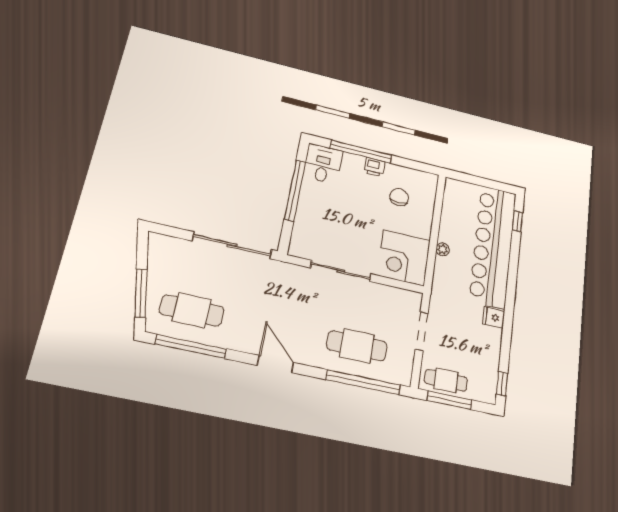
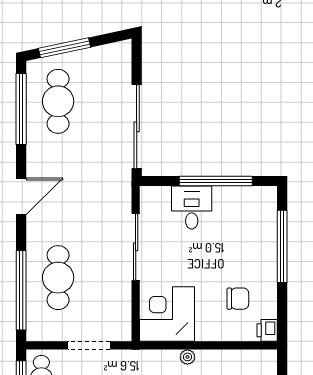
desk: (323, 164) -> (192, 208), moved, turned -90
printer: (375, 167) -> (267, 330), moved

